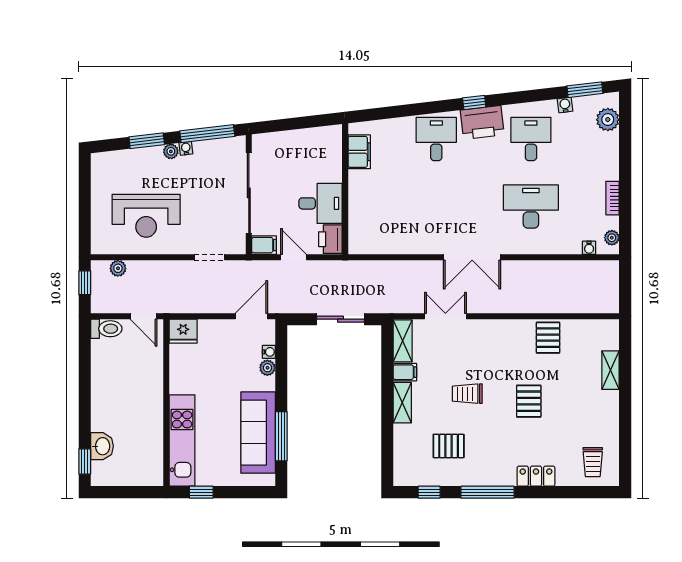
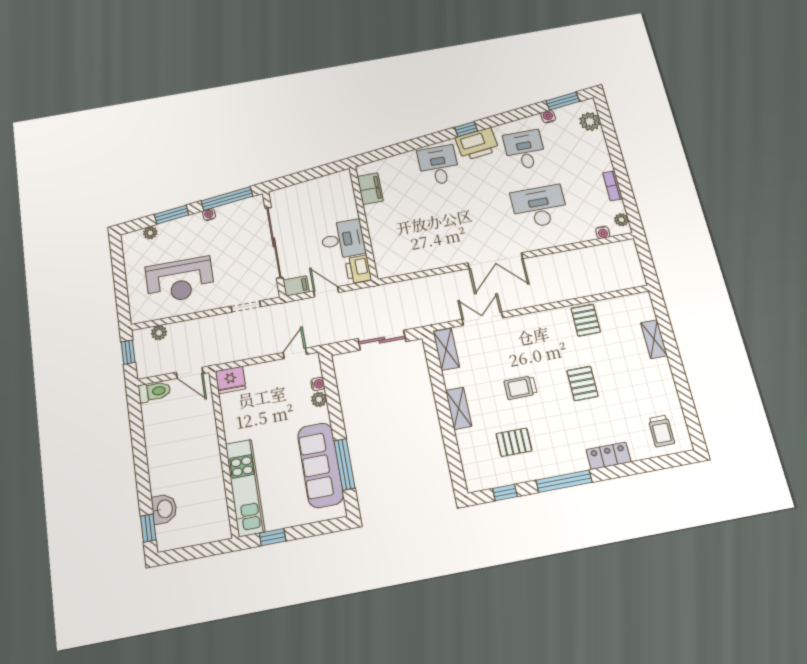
plant: (171, 151) -> (150, 233), moved
door: (251, 316) -> (295, 353), width x0.73
filing cabinet: (405, 372) -> (455, 378), removed

